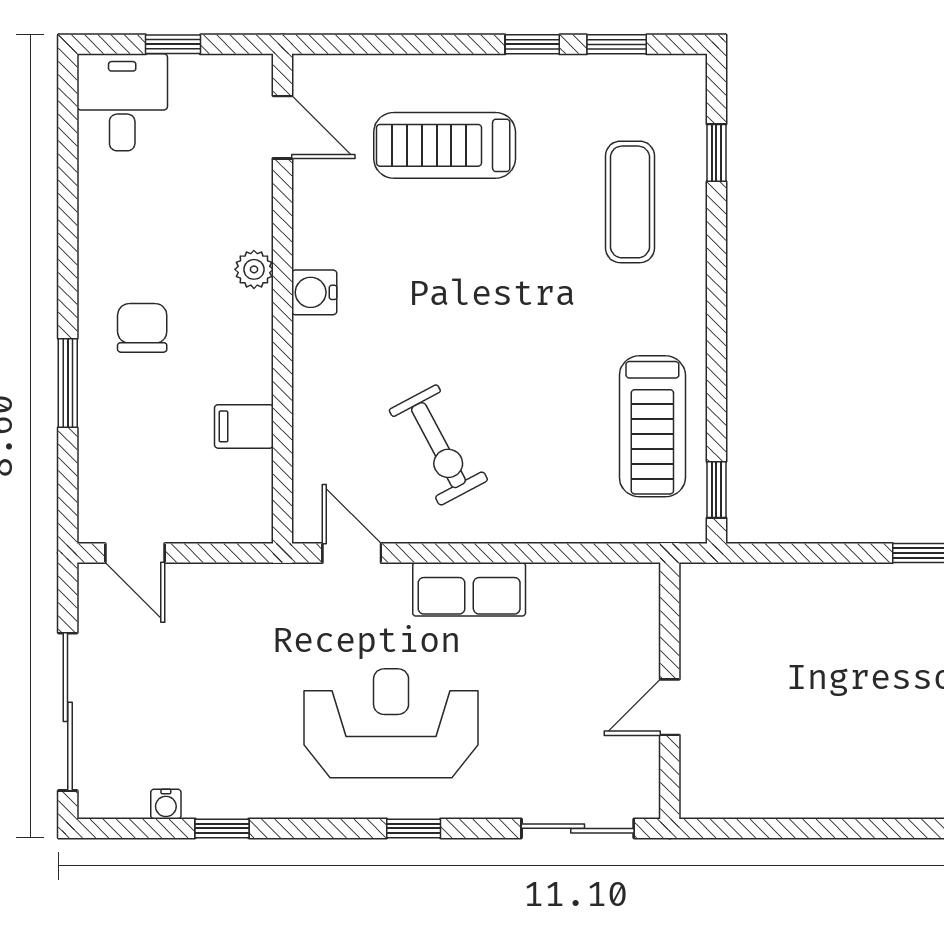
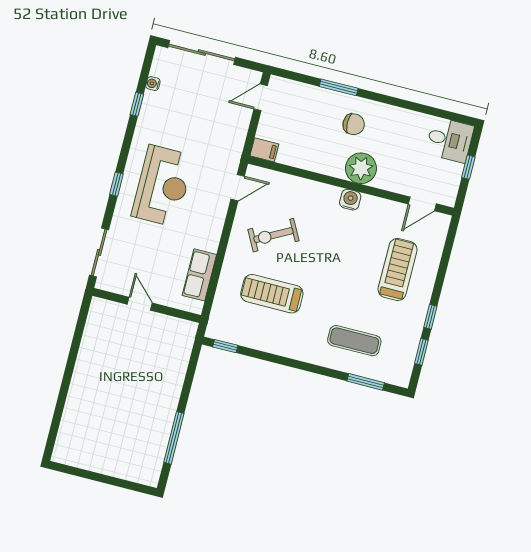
window: (716, 153) -> (366, 382), width x1.50
plant: (254, 269) -> (361, 168), width x1.87, depth x1.87
filing cabinet: (244, 426) -> (264, 150), moved, turned 90
treadmill: (652, 426) -> (272, 294), moved
row of seats: (469, 589) -> (199, 275), moved

